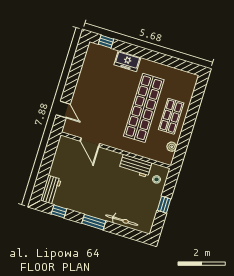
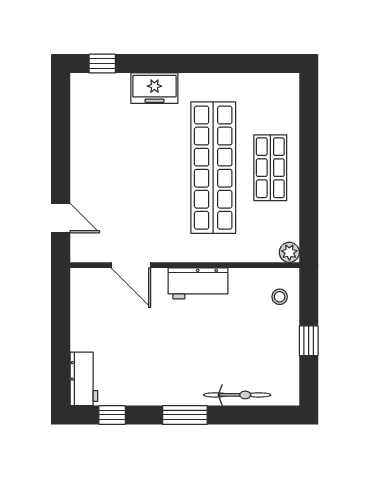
plant: (172, 147) -> (289, 252), moved
workbench: (135, 166) -> (198, 283), moved

